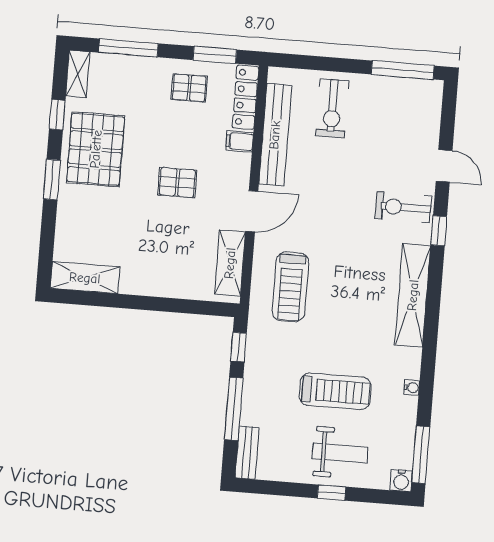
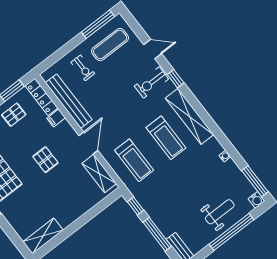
exercise bike: (332, 108) -> (83, 68), width x0.73, depth x0.72
exercise mat: (395, 110) -> (110, 45), added
pallet: (177, 183) -> (45, 160), turned 90
treadmill: (335, 391) -> (166, 138), moved, turned 90
window: (332, 493) -> (231, 232), width x3.17

